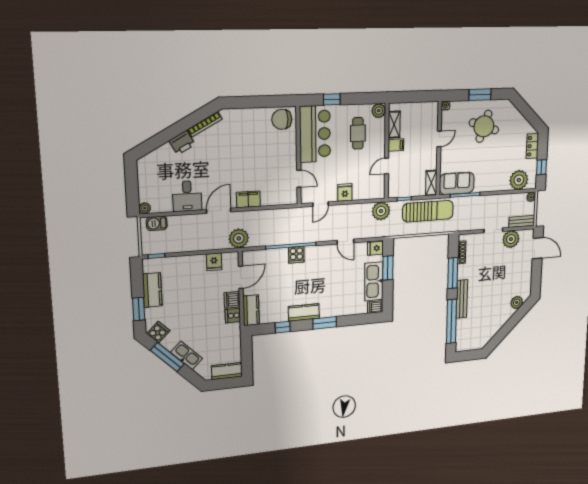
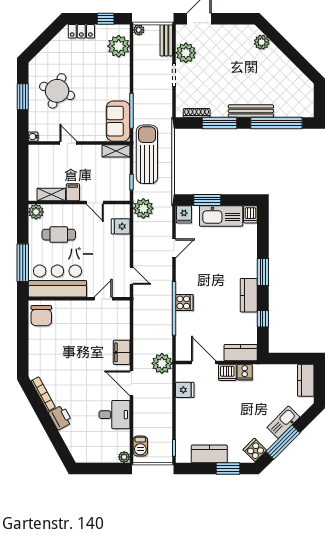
window: (332, 99) -> (23, 263), width x2.17
fridge: (345, 192) -> (121, 226), moved

